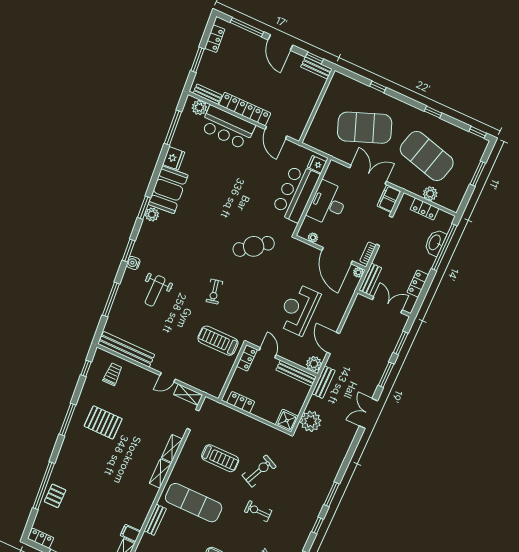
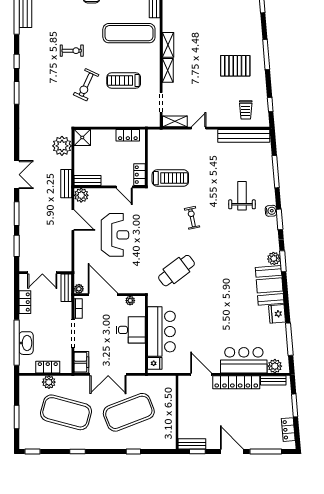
desk: (328, 203) -> (131, 330), width x0.73
bench: (296, 373) -> (88, 181), width x0.73

